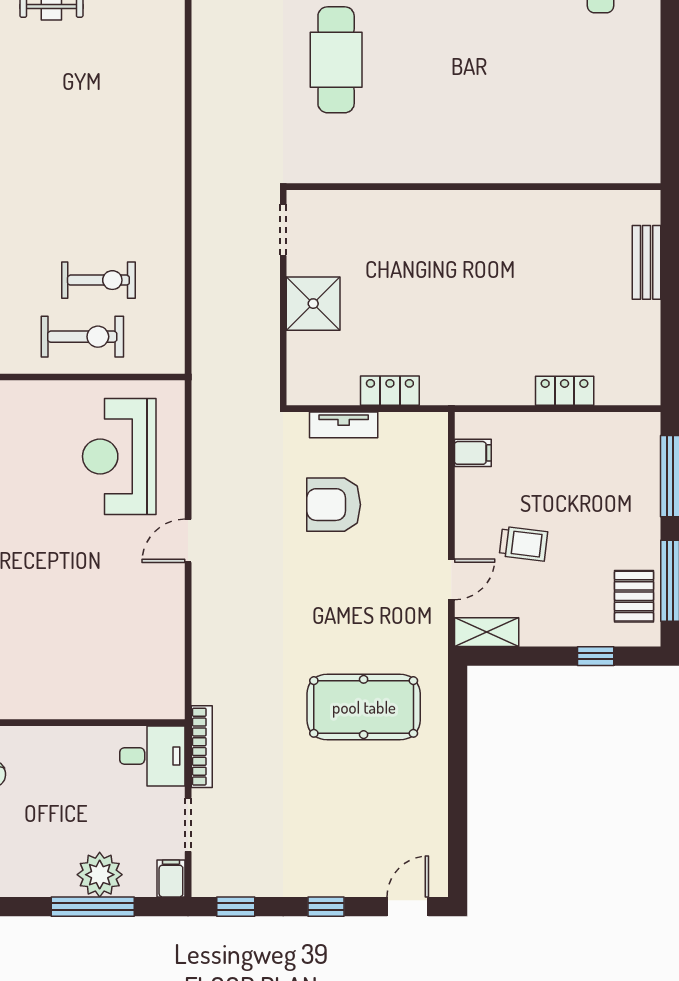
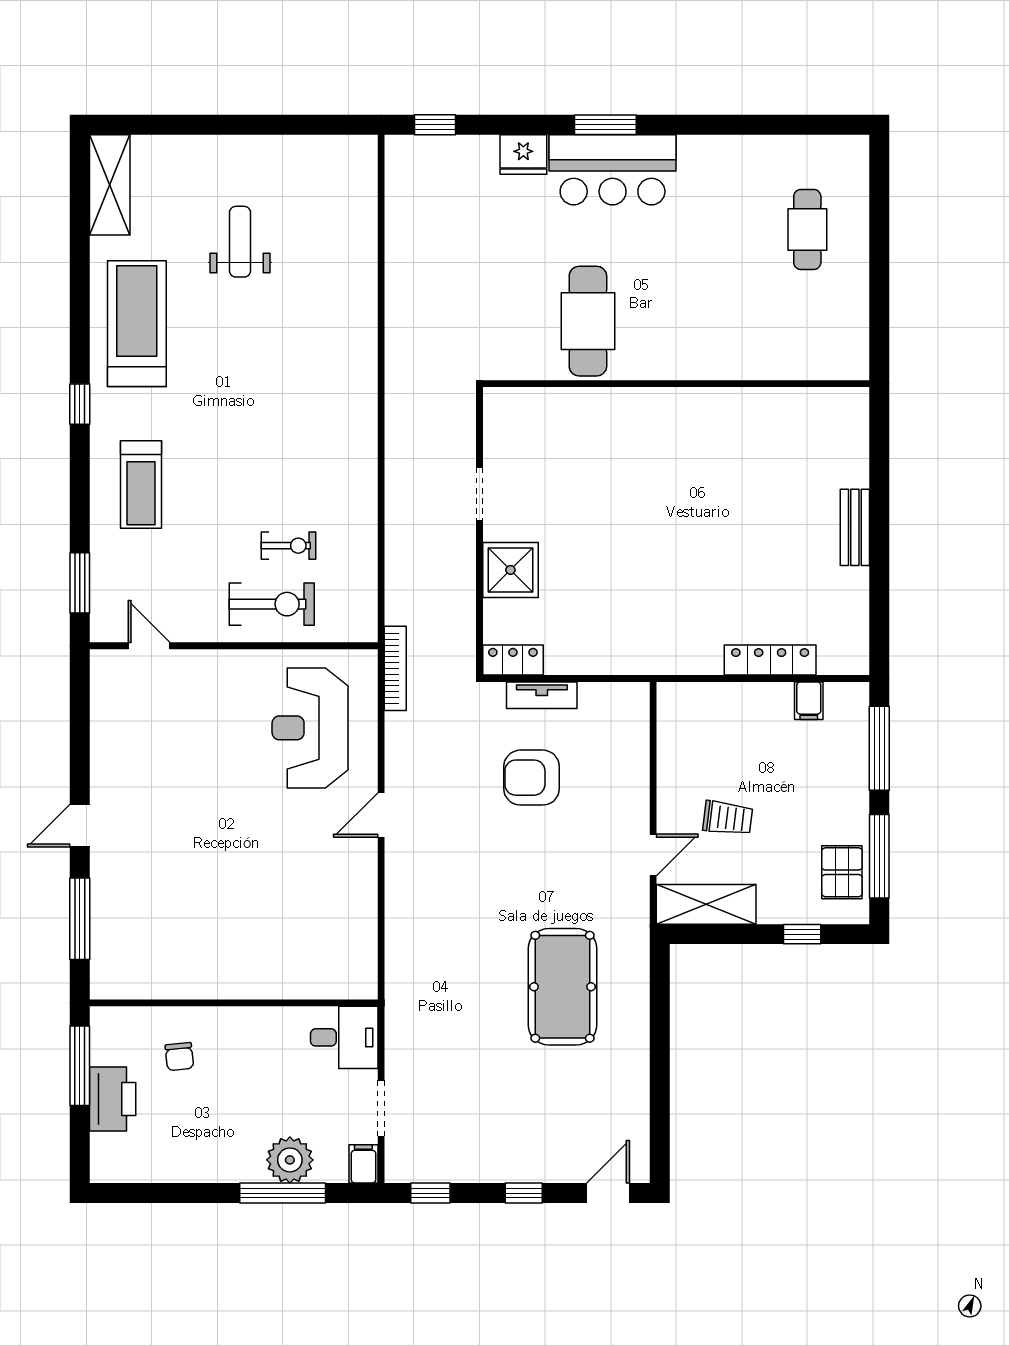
cafe table: (336, 60) -> (588, 321), moved
wall: (474, 187) -> (676, 384), moved
exercise bike: (98, 280) -> (288, 546), width x0.73, depth x0.72
locker: (390, 391) -> (513, 660), moved
locker: (565, 391) -> (770, 660), width x1.53
filing cabinet: (473, 453) -> (809, 701), moved, turned 90
shelving: (487, 632) -> (706, 904), width x1.50, depth x1.33
pool table: (364, 707) -> (563, 987), turned 90
bookcase: (202, 747) -> (395, 668), moved

